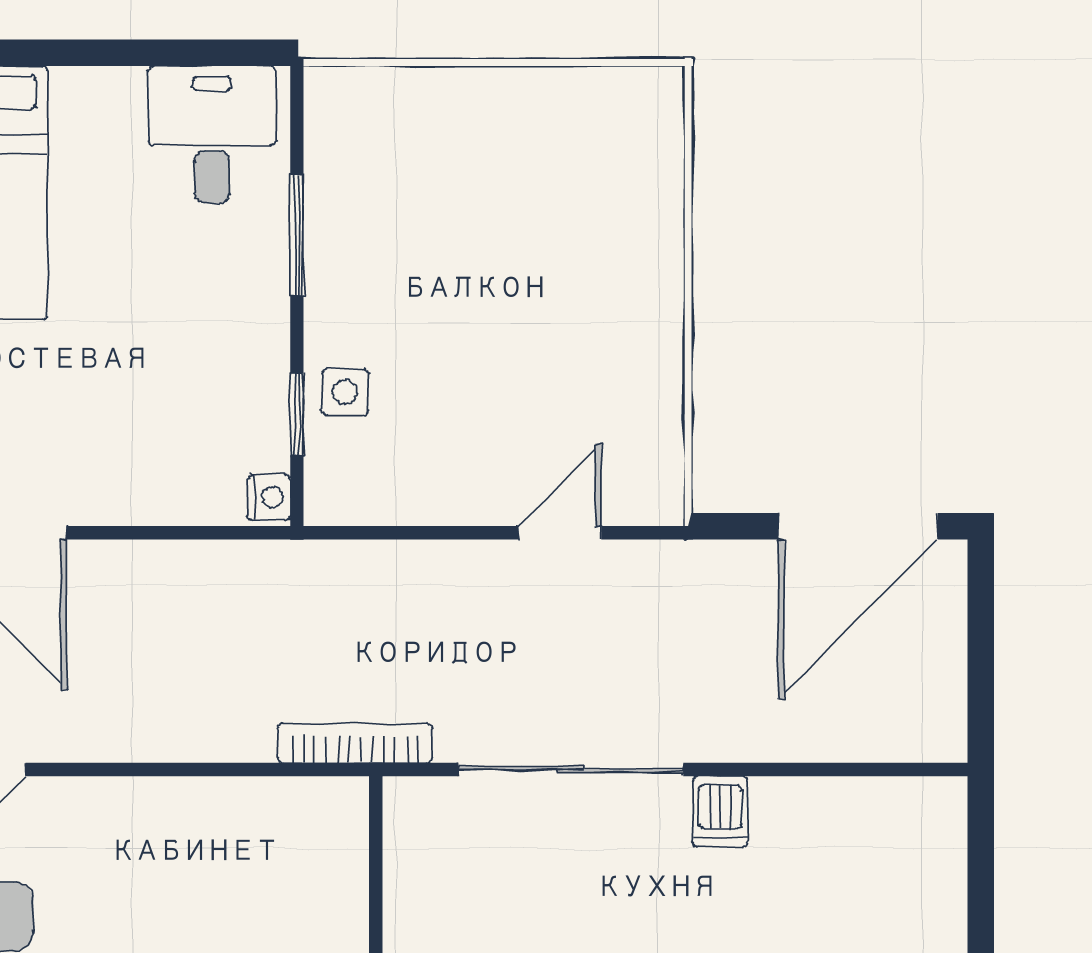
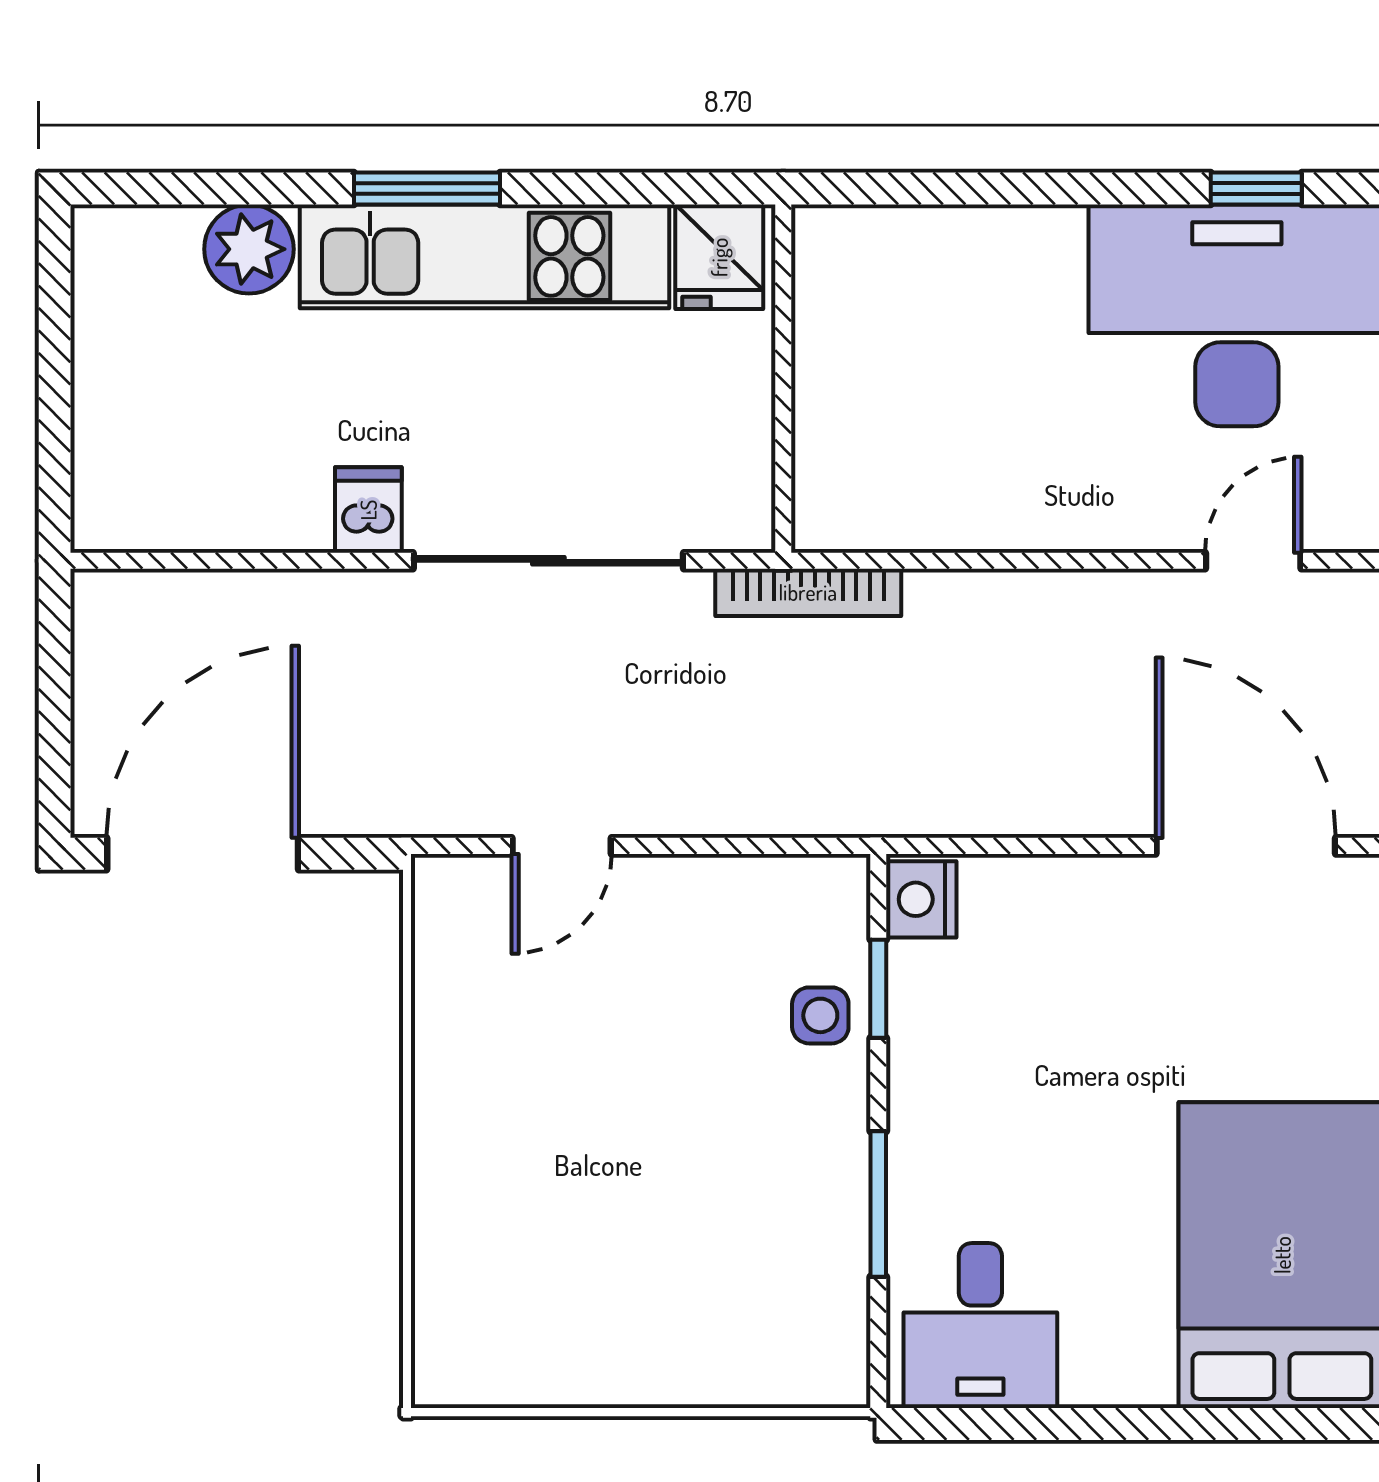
nightstand: (269, 497) -> (921, 899), width x1.39, depth x1.35

